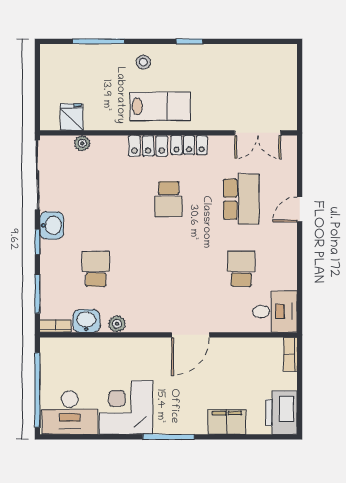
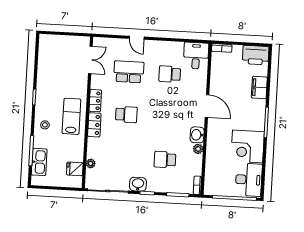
kitchen sink: (80, 56) -> (39, 162), added
washbasin: (86, 321) -> (197, 135), moved

